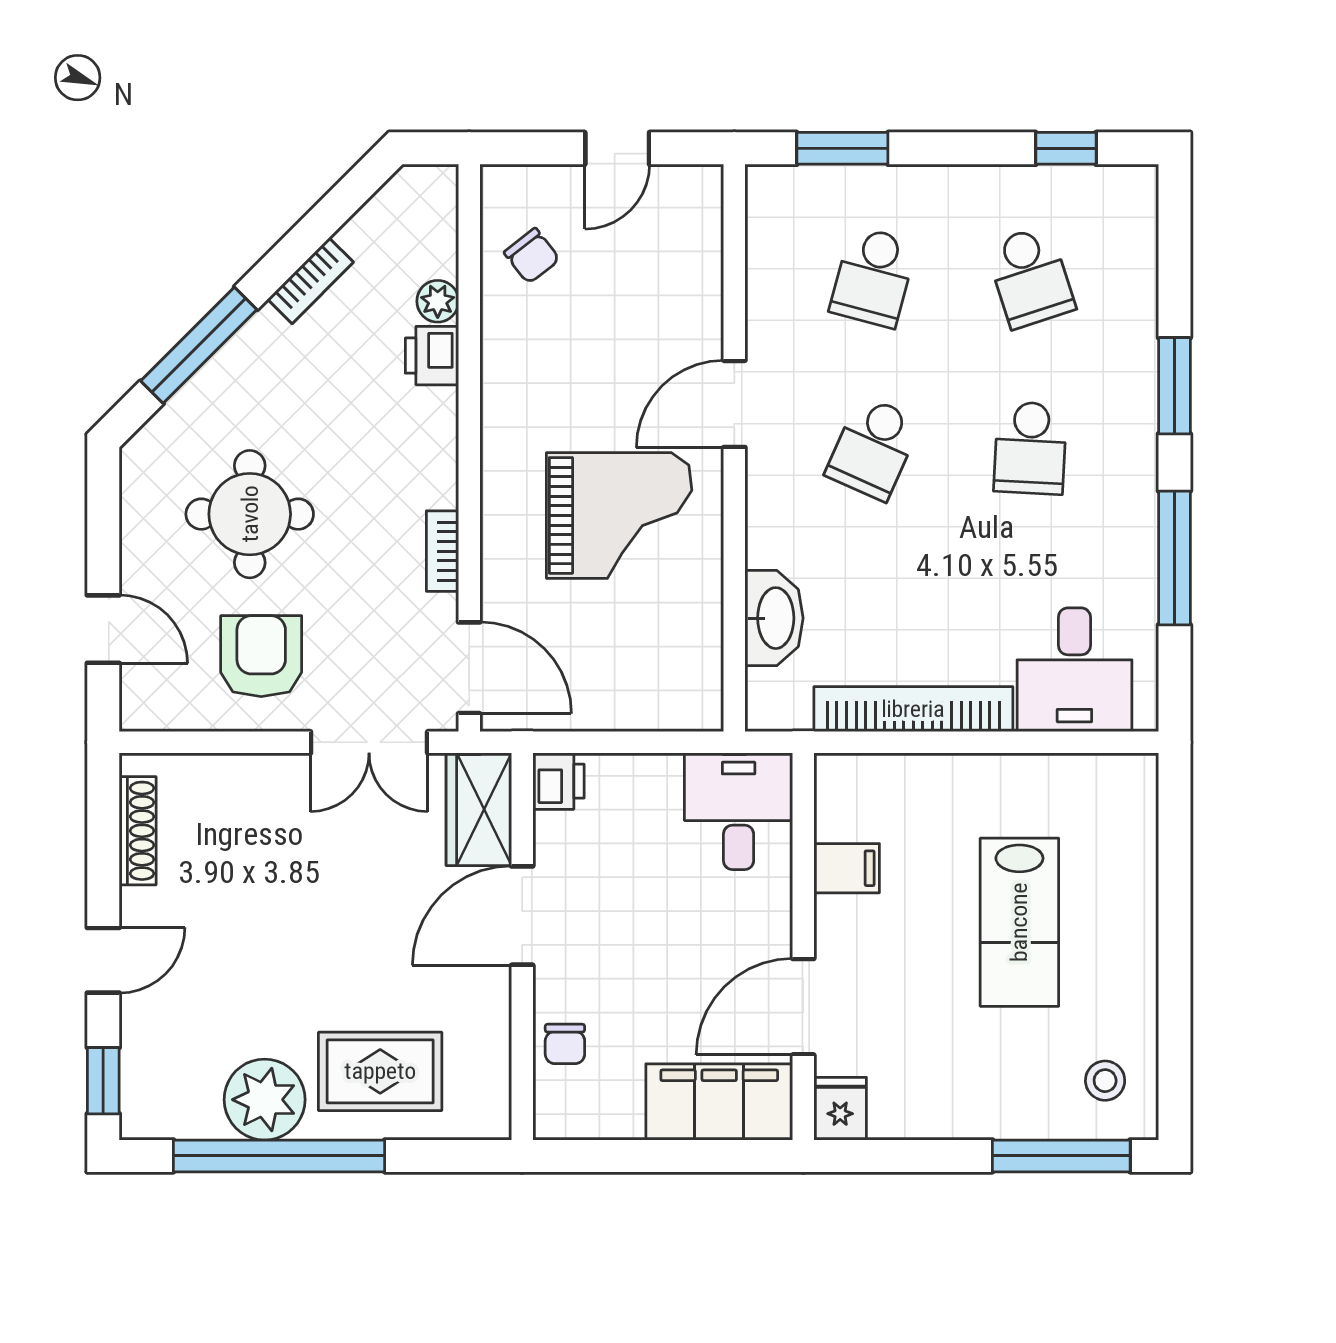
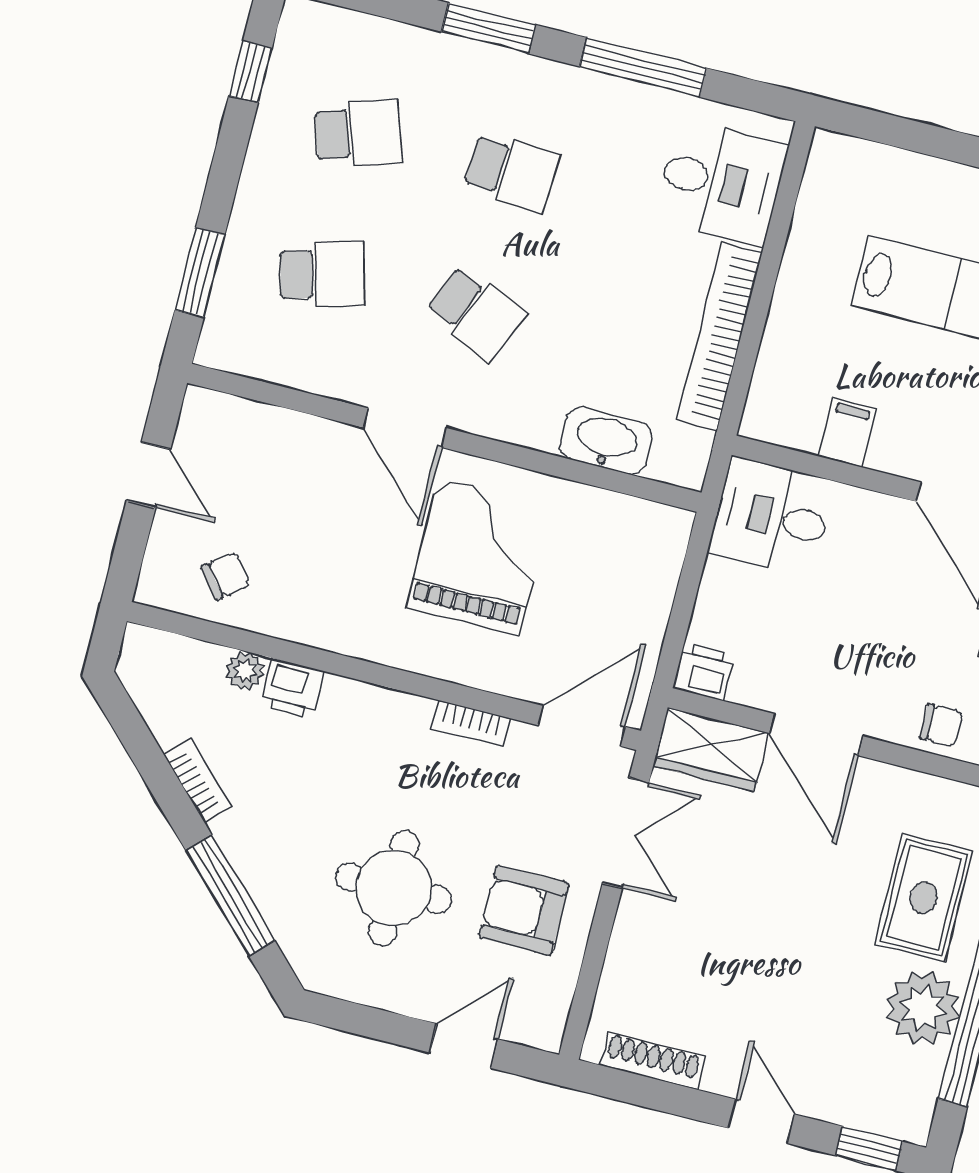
school desk: (873, 277) -> (322, 274), turned -30

